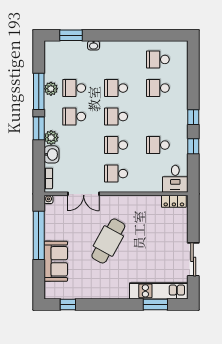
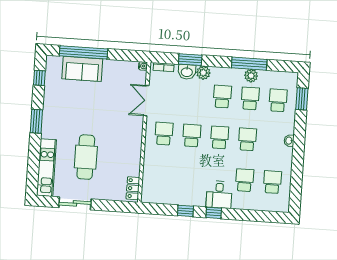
washbasin: (94, 45) -> (289, 141), moved
window: (39, 128) -> (190, 60), moved
school desk: (158, 145) -> (278, 100), moved
desk: (175, 179) -> (219, 195), moved, turned -90
window: (39, 235) -> (83, 52), moved
cafe table: (108, 241) -> (86, 157), moved, turned 61
window: (155, 304) -> (36, 121), moved

